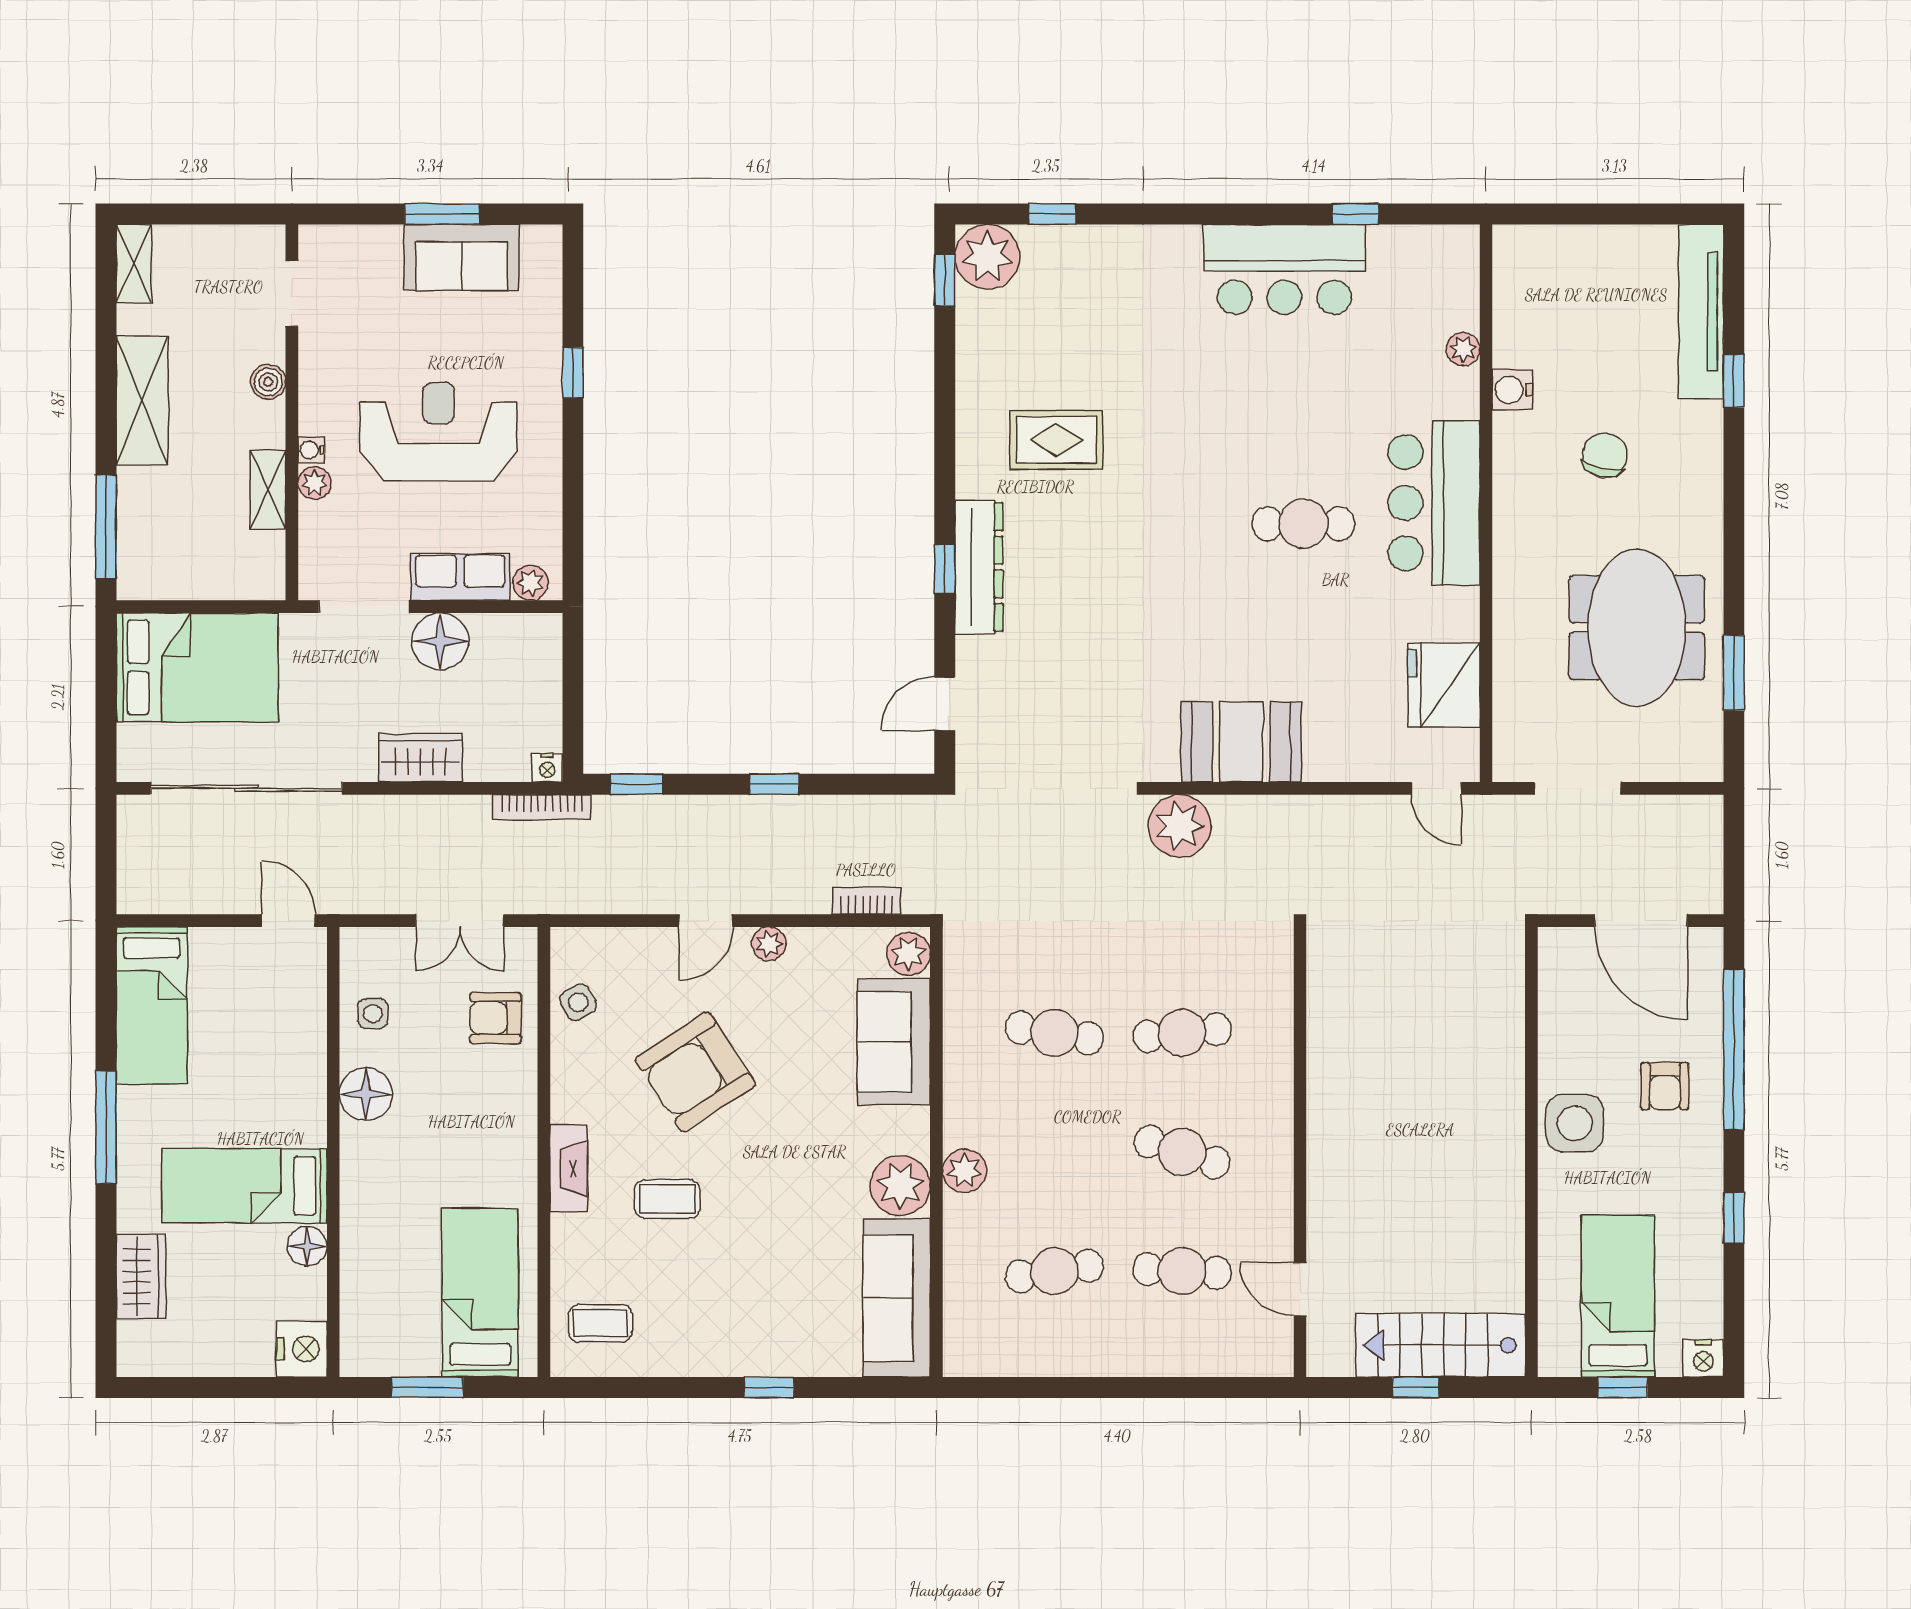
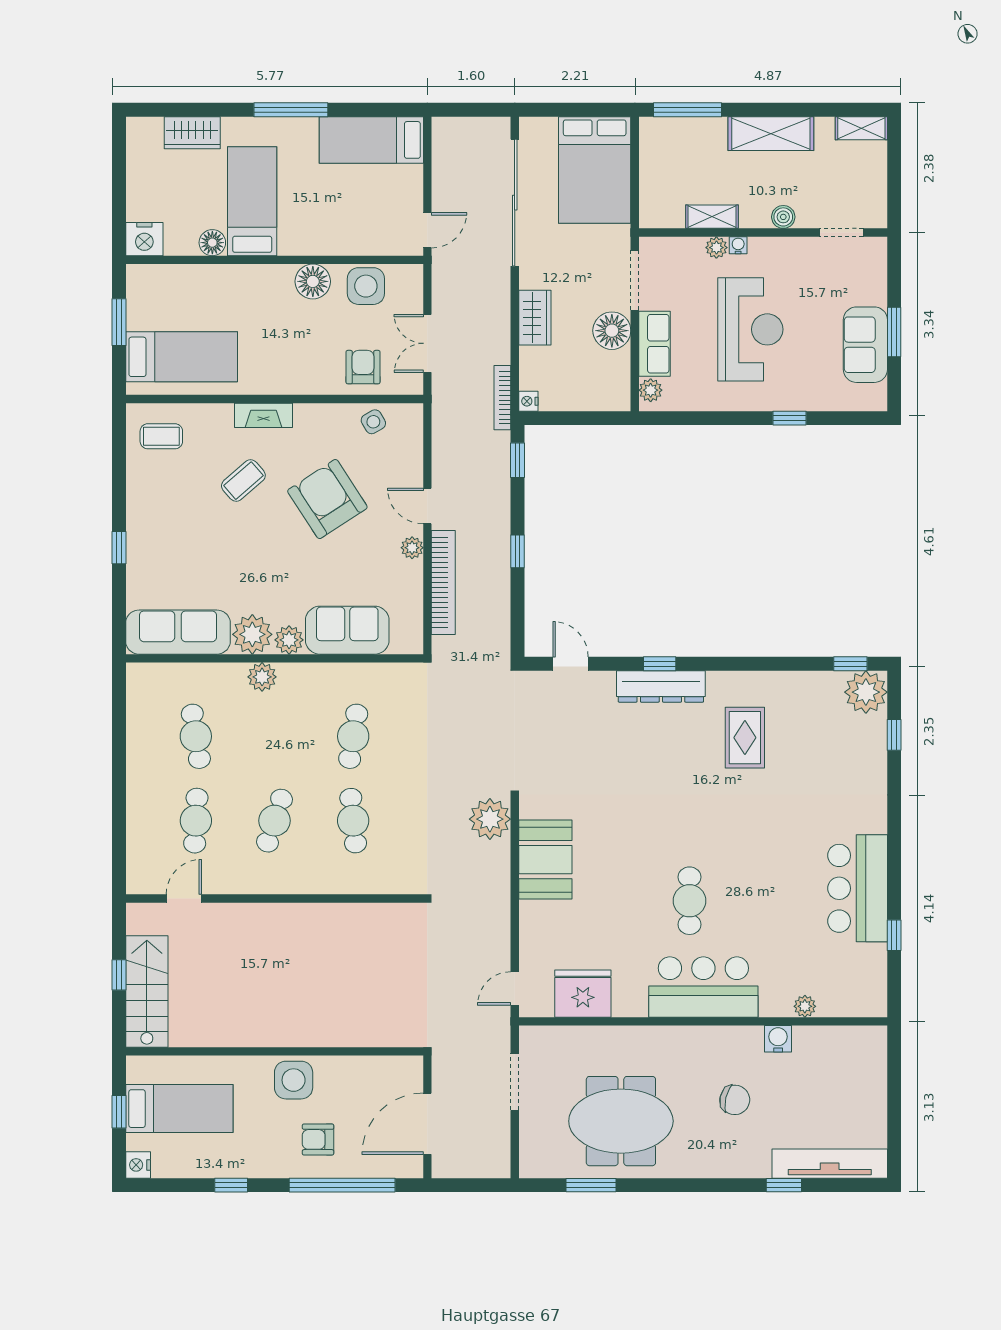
bookcase: (866, 901) -> (443, 583), width x2.31, depth x1.31
plant: (909, 954) -> (289, 640), moved
side table: (373, 1014) -> (366, 286), width x1.87, depth x1.87
coffee table: (667, 1199) -> (243, 481), turned 49
coffee table: (600, 1323) -> (161, 436), turned 90

